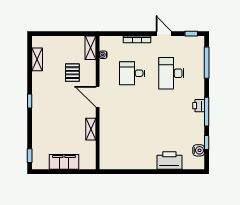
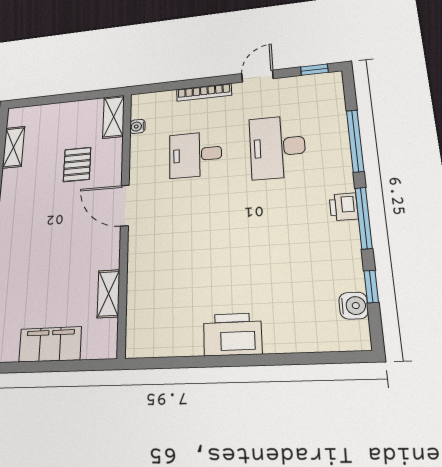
door: (164, 34) -> (257, 76), hinge flipped
window: (207, 63) -> (355, 141), moved
shelving: (91, 129) -> (109, 294), moved
printer: (169, 160) -> (232, 334), moved

